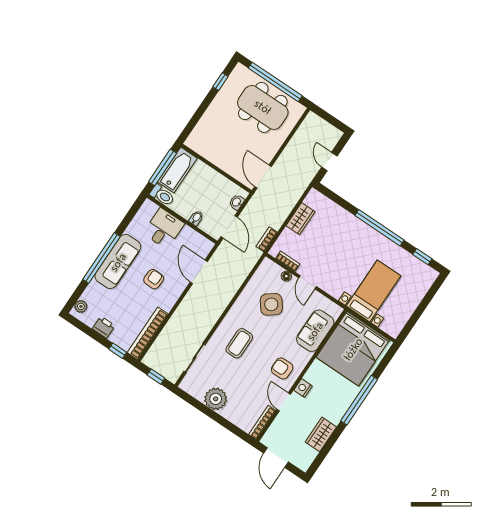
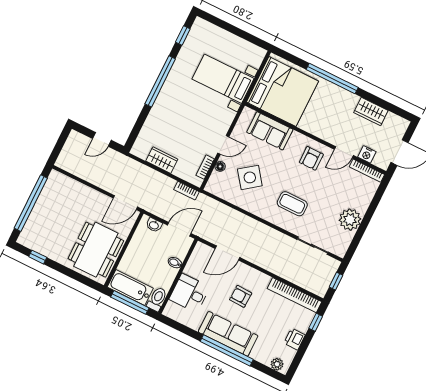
dining table: (263, 107) -> (96, 250), moved
nightstand: (303, 388) -> (367, 154), moved

